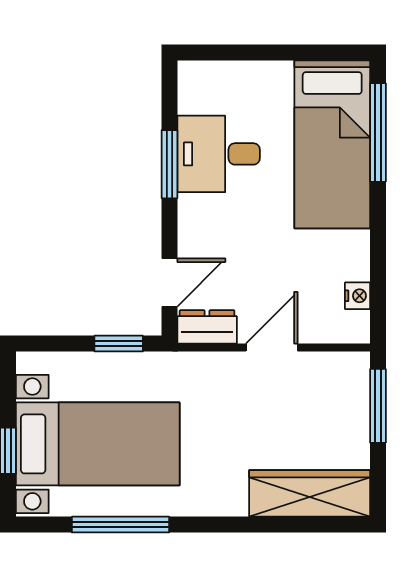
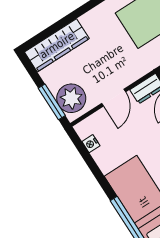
plant: (342, 391) -> (71, 98), added

